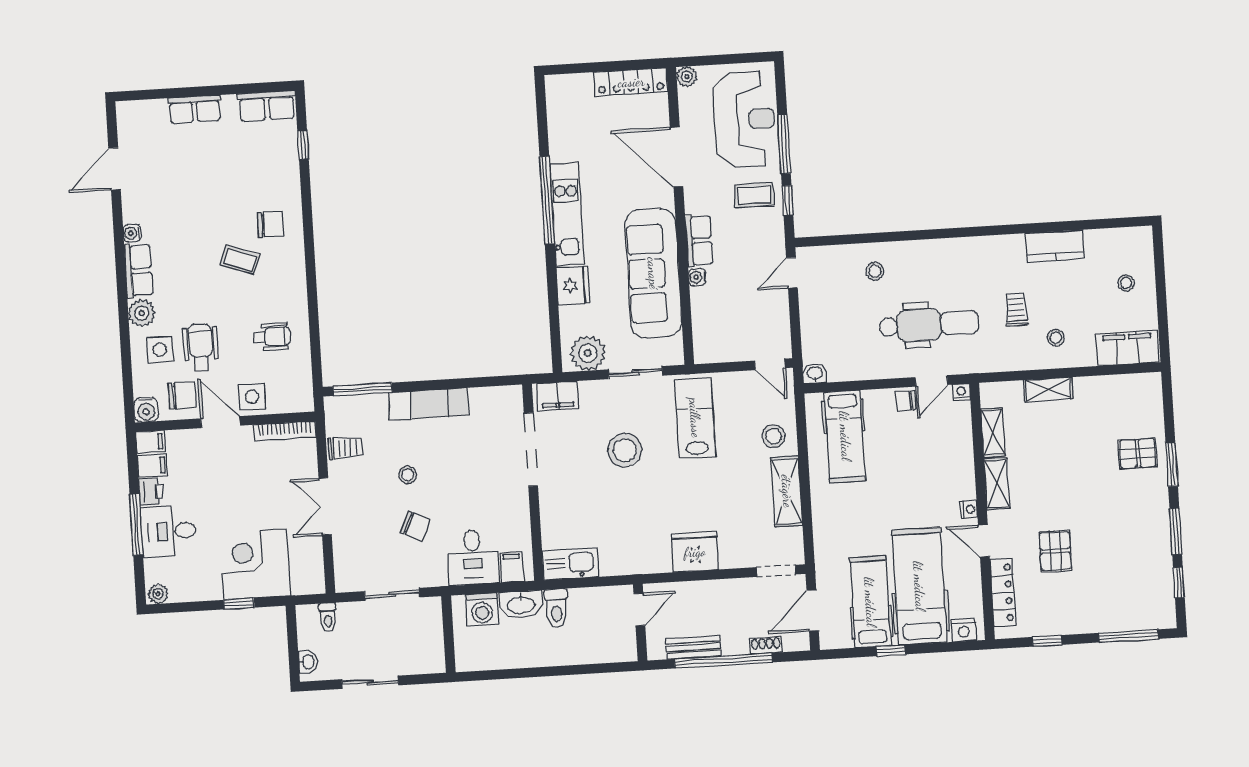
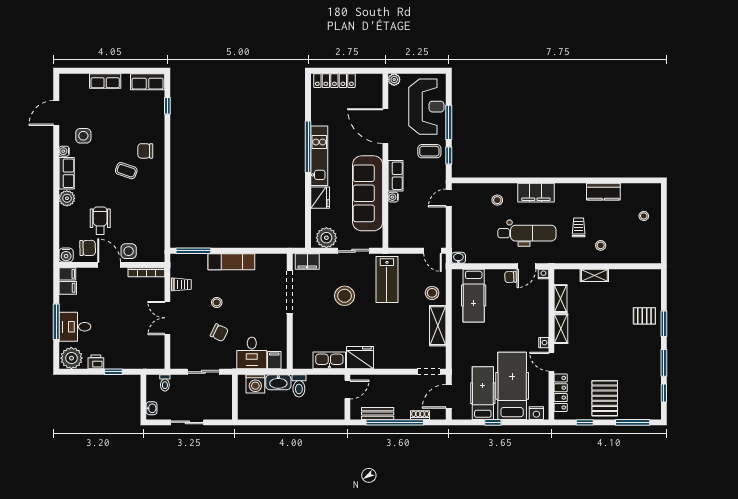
locker: (631, 82) -> (334, 81), moved
chair: (270, 224) -> (145, 151), turned 180
wheelchair: (272, 337) -> (142, 217), removed
filing cabinet: (1127, 348) -> (536, 193), moved, turned 180
side table: (160, 349) -> (83, 136), moved
lab bench: (695, 418) -> (387, 279), turned 180
printer: (151, 492) -> (96, 362), moved, turned -90
pallet: (1055, 551) -> (605, 398), moved, width x1.50, depth x1.42
fridge: (695, 552) -> (360, 358), moved
kitchen sink: (570, 564) -> (329, 360), moved
corner desk: (255, 565) -> (124, 349), removed
plant: (158, 594) -> (71, 358), width x1.88, depth x1.88

